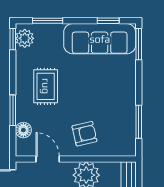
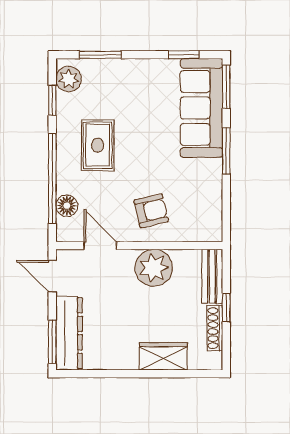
window: (13, 39) -> (52, 100), moved
sofa: (100, 39) -> (202, 108), moved, turned 90
window: (13, 110) -> (52, 178), width x2.11
window: (139, 122) -> (226, 151), moved

